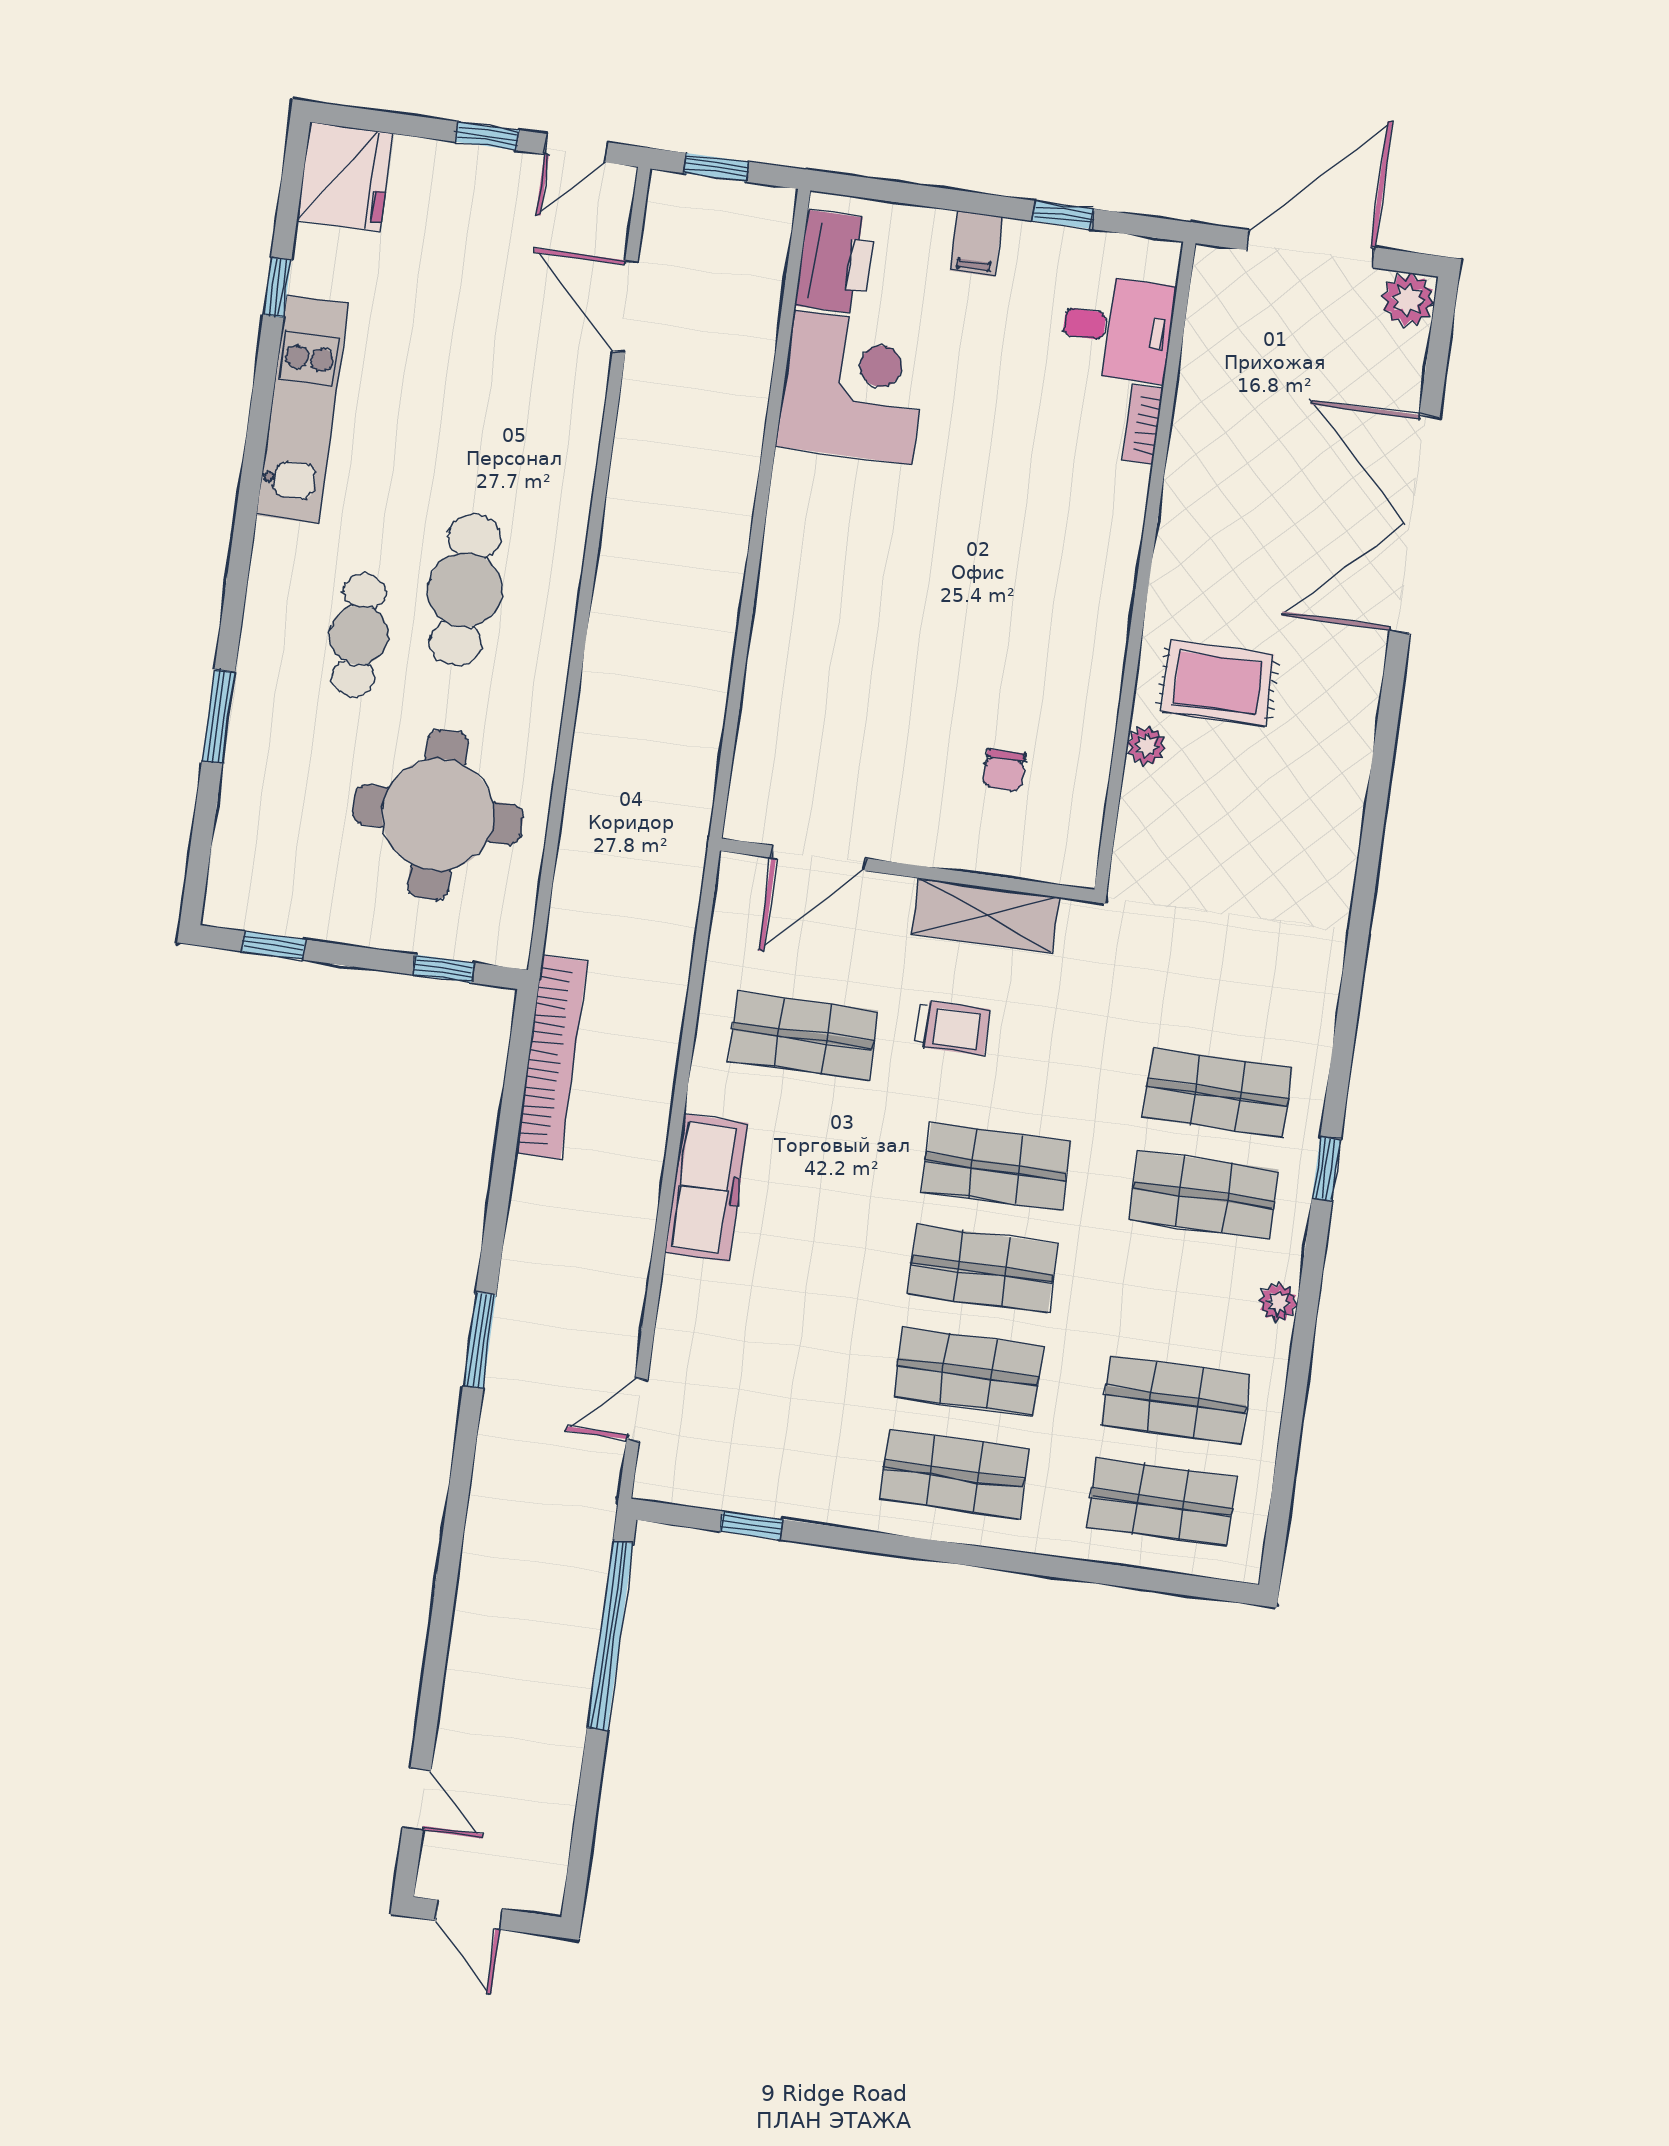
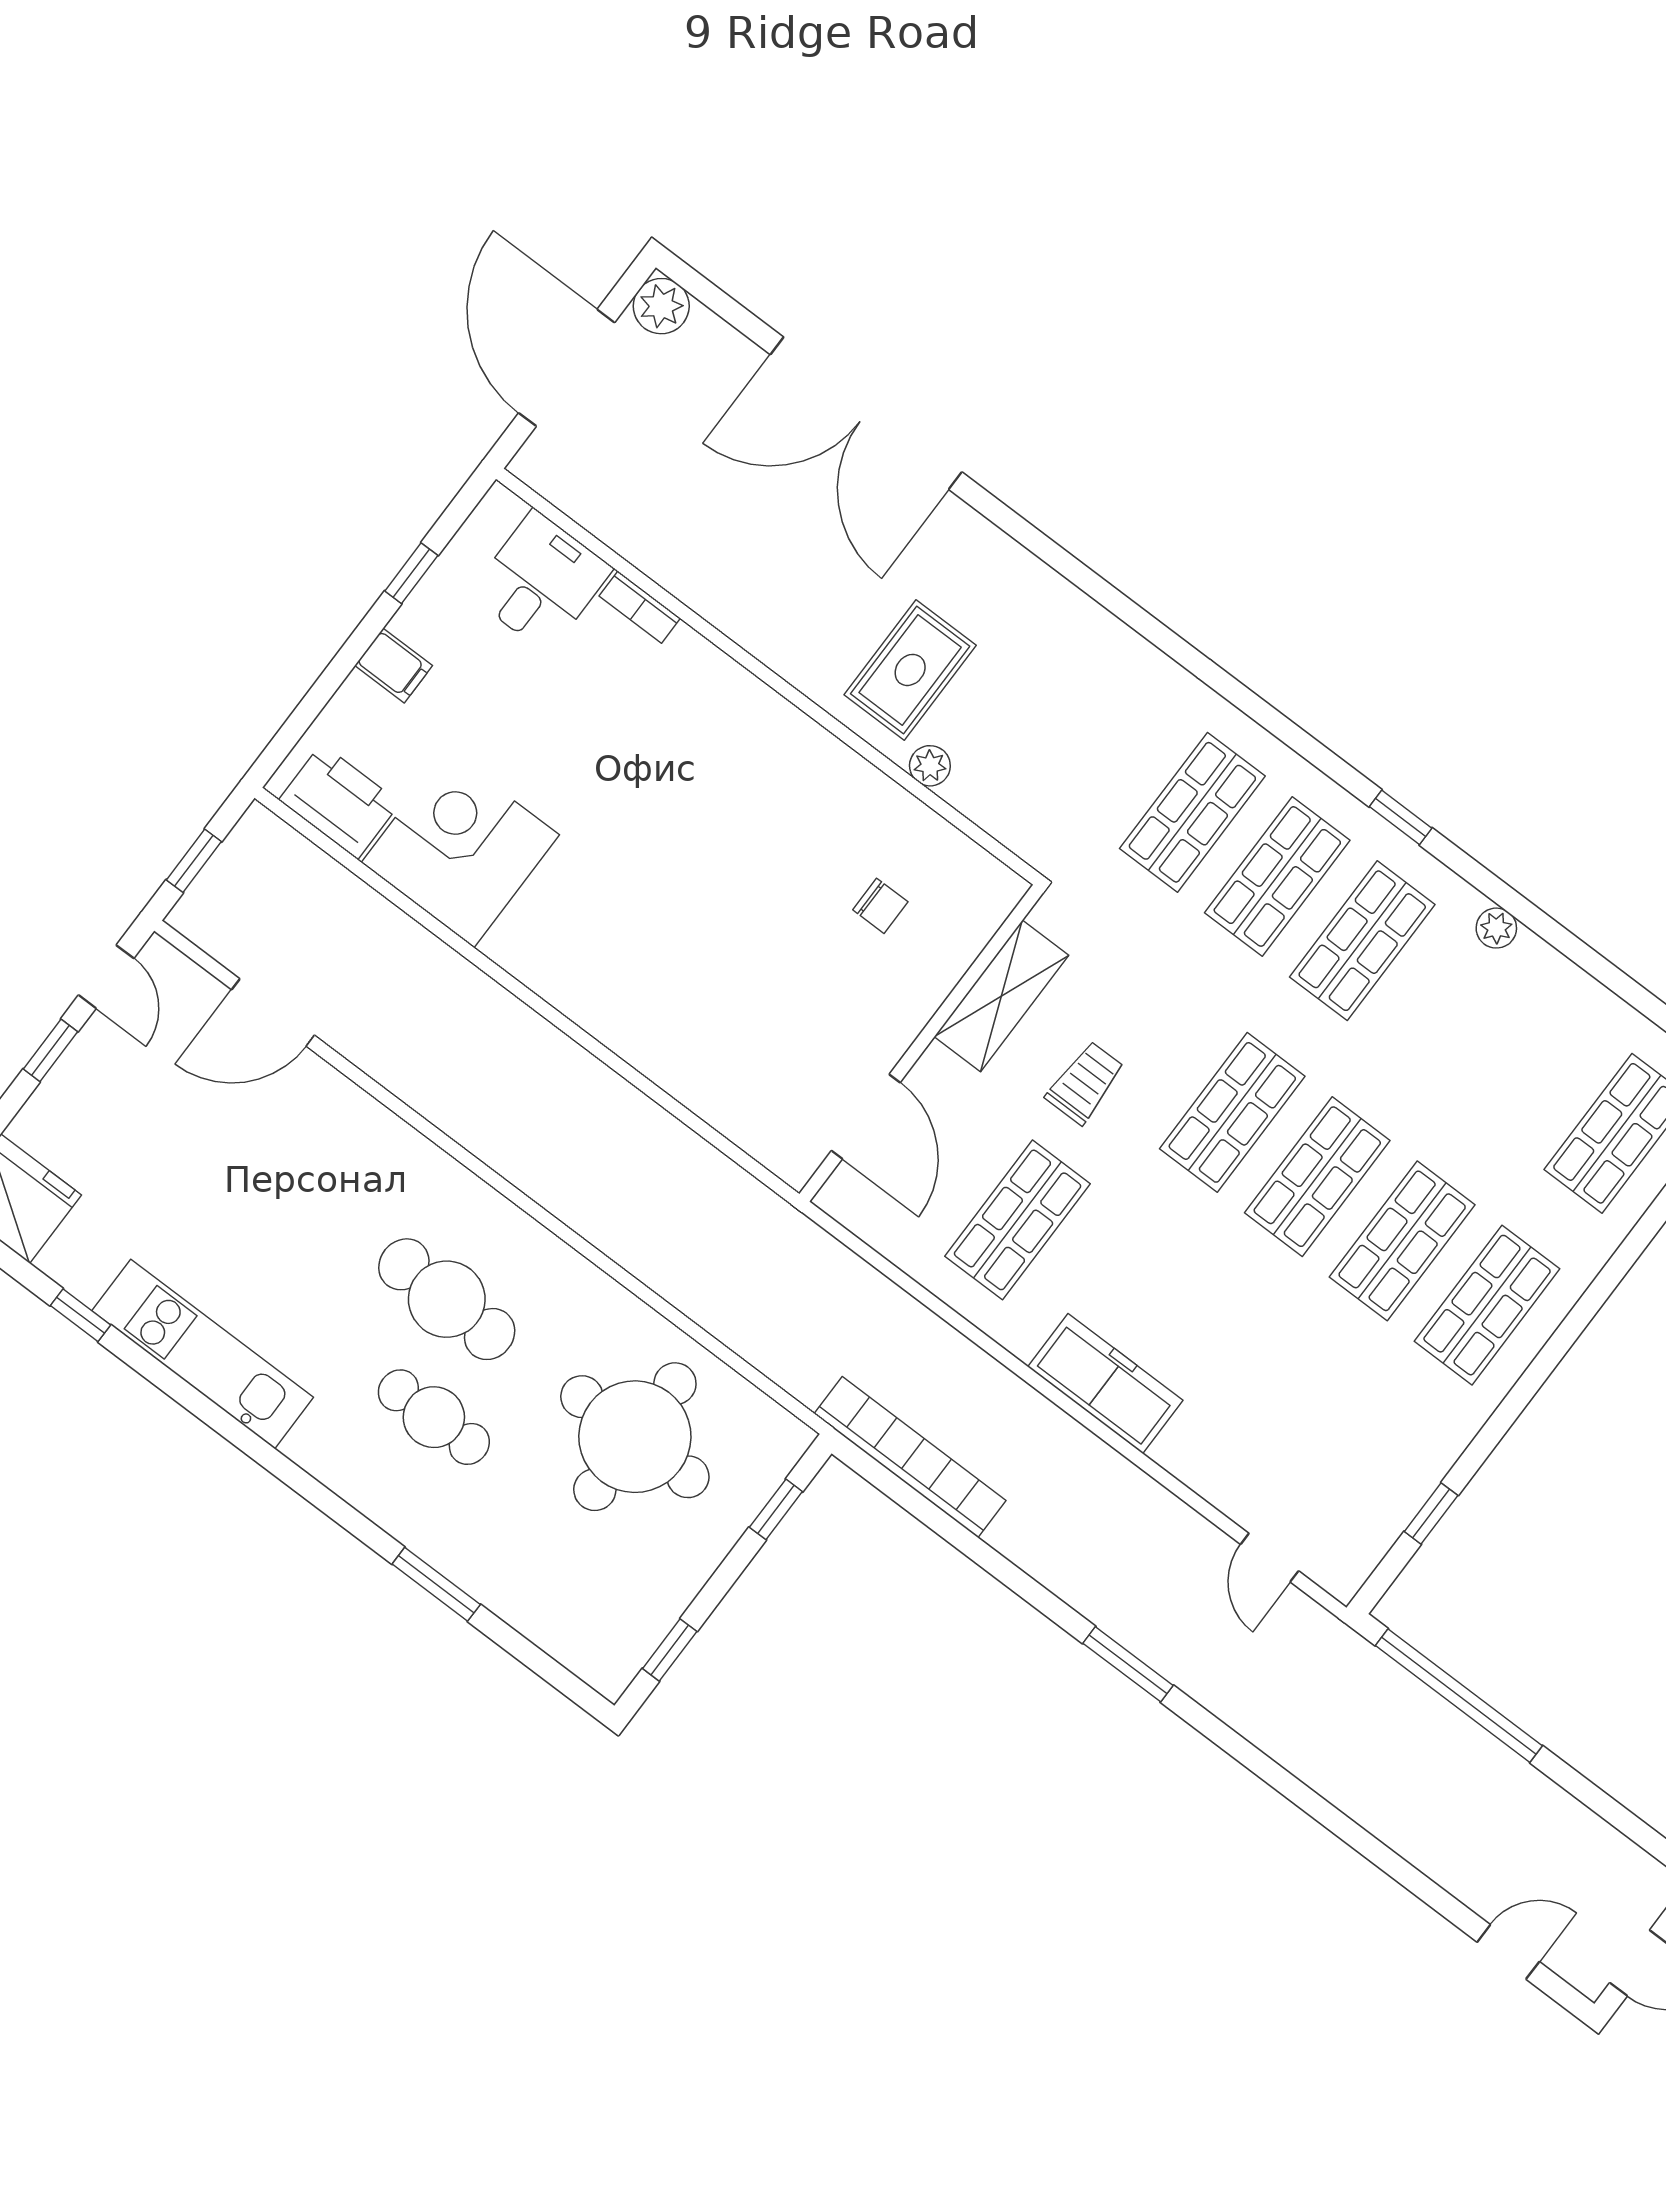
shop shelf: (1176, 1400) -> (1192, 812), moved

